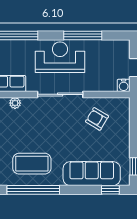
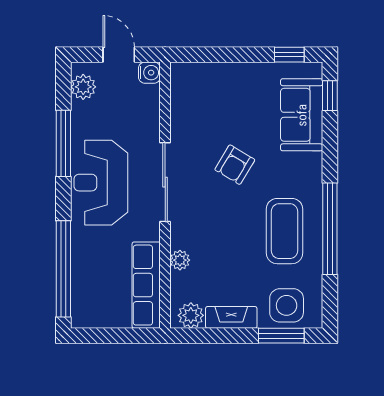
plant: (115, 47) -> (83, 87), added
armchair: (97, 119) -> (235, 165), moved
sofa: (92, 174) -> (302, 115), width x0.73

